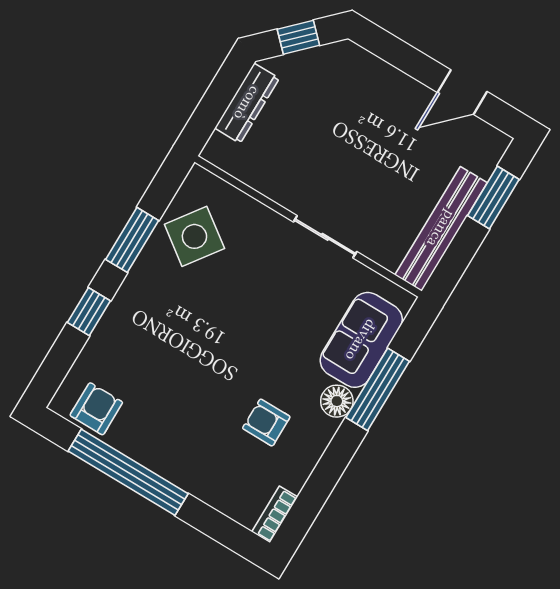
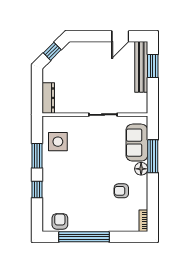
dresser: (247, 103) -> (48, 98), moved
bench: (441, 229) -> (141, 67), moved
side table: (194, 236) -> (58, 142), turned -36

